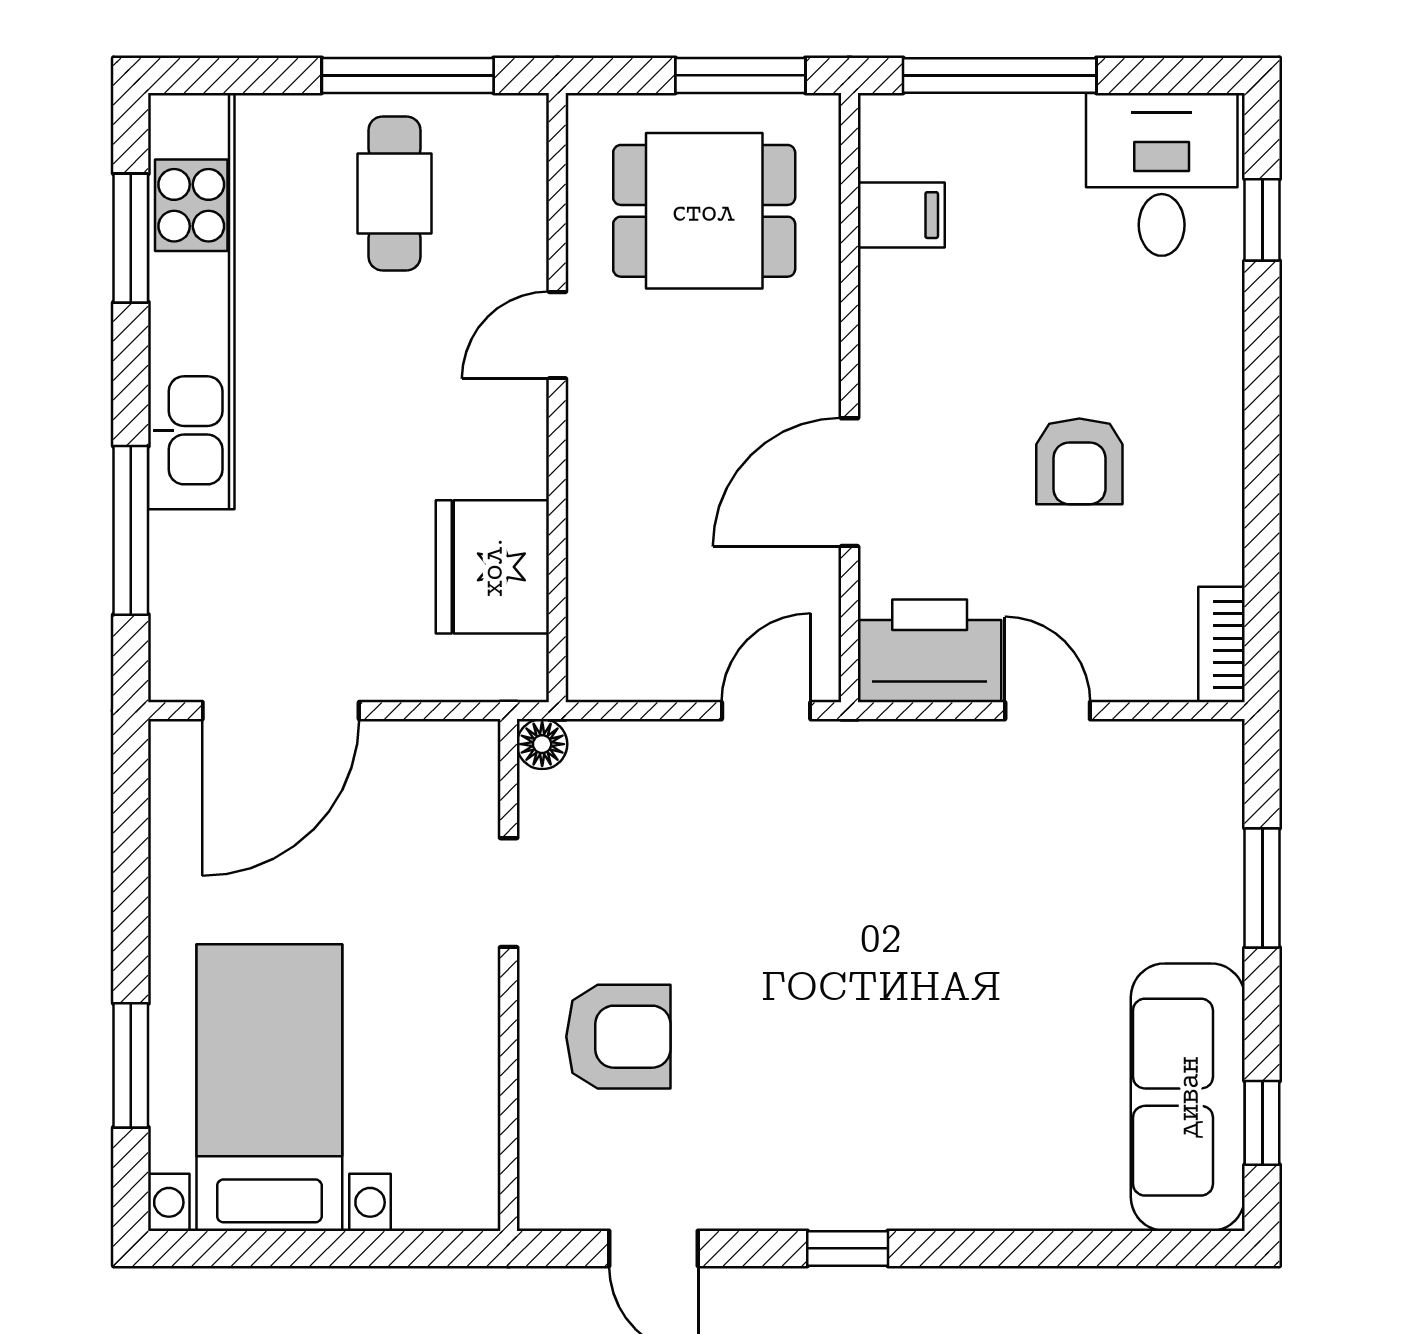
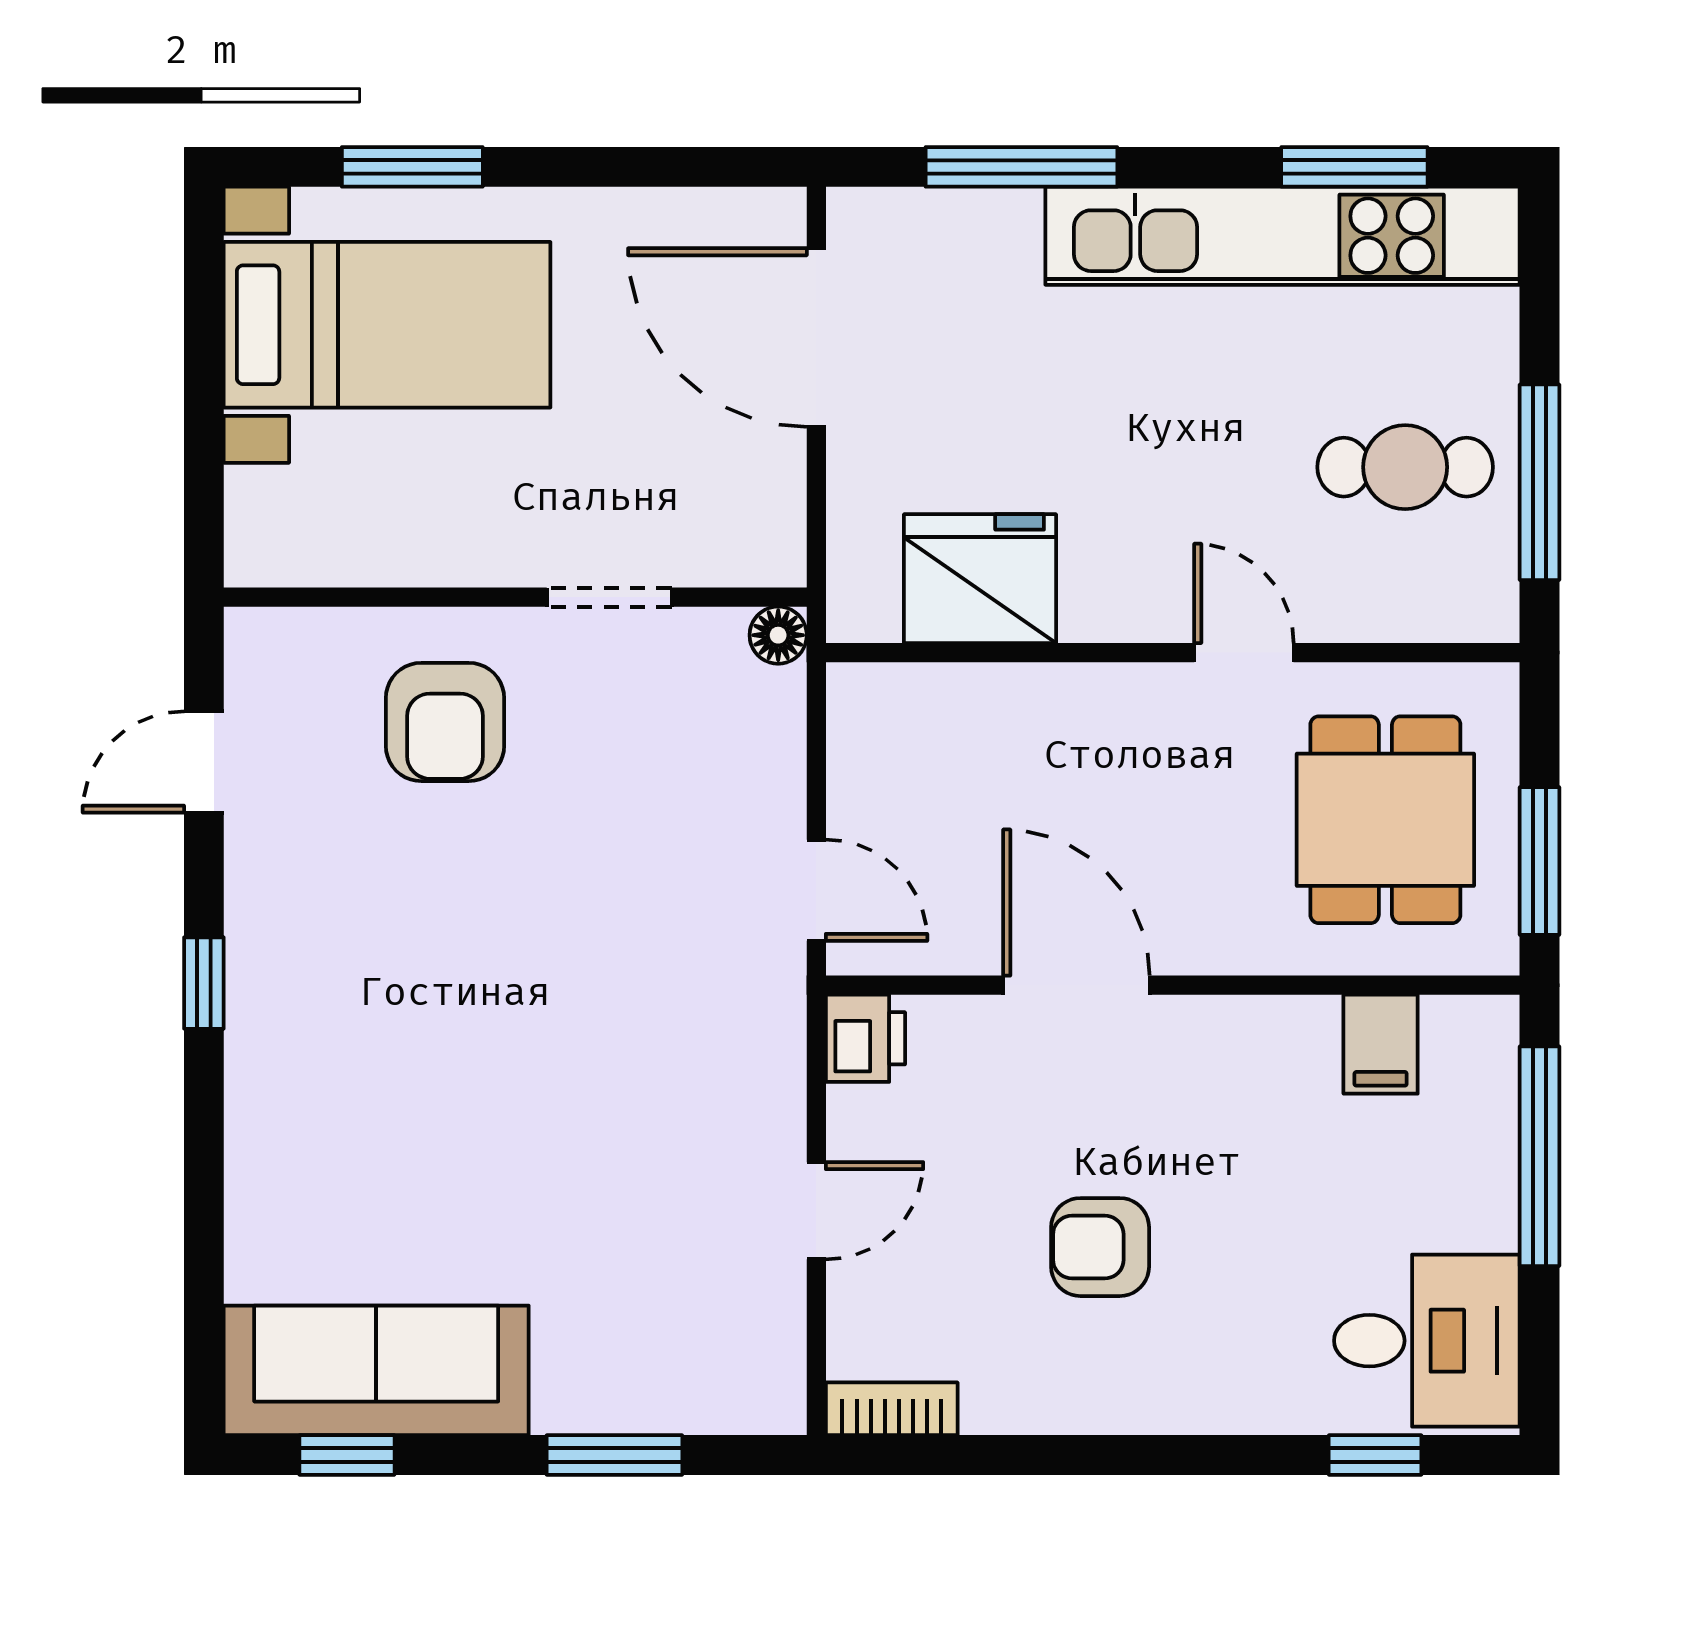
printer: (930, 651) -> (865, 1038), width x0.53, depth x0.68

